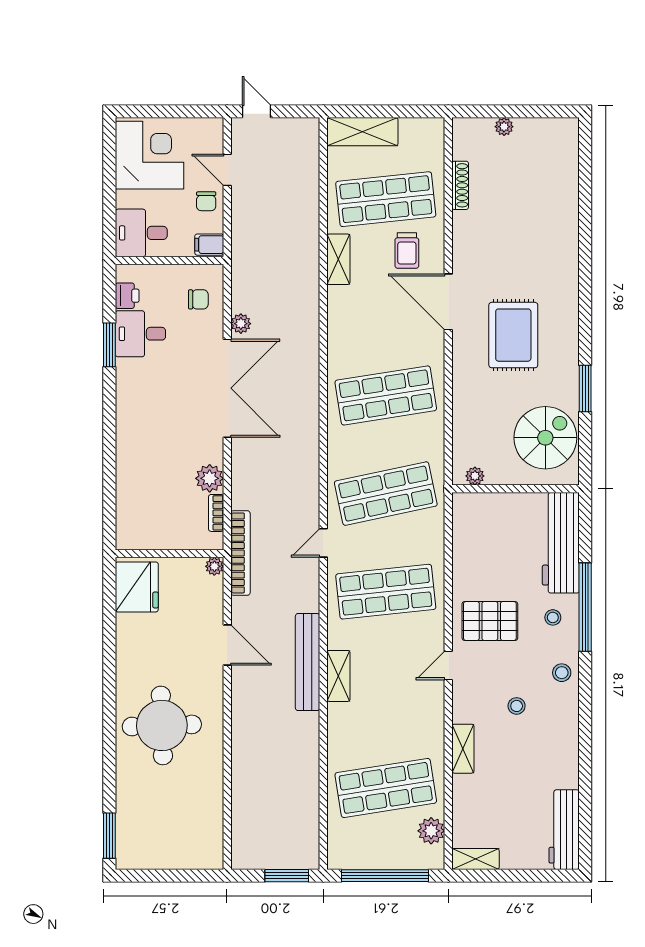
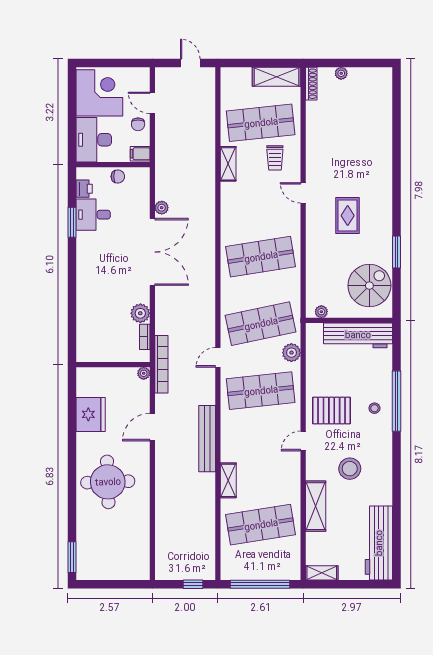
door: (256, 111) -> (190, 63), moved
shelving: (362, 132) -> (276, 77), moved
shoe rack: (460, 185) -> (311, 84), moved
desk: (141, 233) -> (94, 140), width x1.37
chair: (198, 299) -> (118, 176), moved
door: (448, 302) -> (303, 193), width x0.53
rug: (513, 335) -> (348, 216), width x0.73, depth x0.70
workbench: (561, 543) -> (358, 335), moved, turned -90
fridge: (137, 587) -> (91, 414), moved
door: (227, 645) -> (152, 427), swing flipped
stool: (562, 673) -> (381, 446), removed
shelving: (338, 676) -> (228, 480), moved
stool: (517, 706) -> (350, 469), width x1.89, depth x1.89
shelving: (463, 749) -> (316, 506), width x1.50, depth x1.33
workbench: (564, 830) -> (379, 543), width x1.36, depth x1.32
plant: (431, 831) -> (291, 353), moved
window: (287, 876) -> (193, 584), width x0.67

